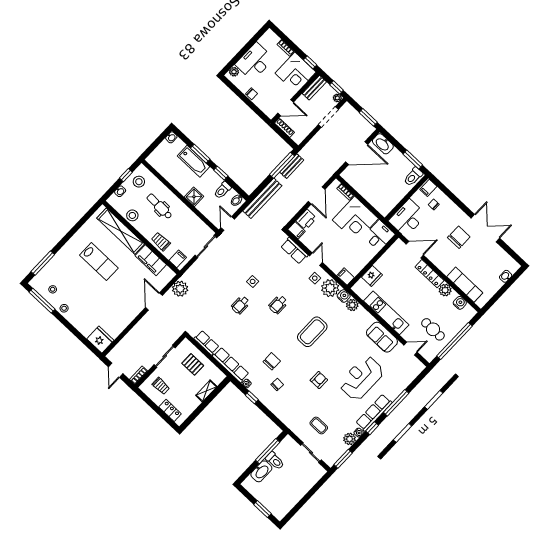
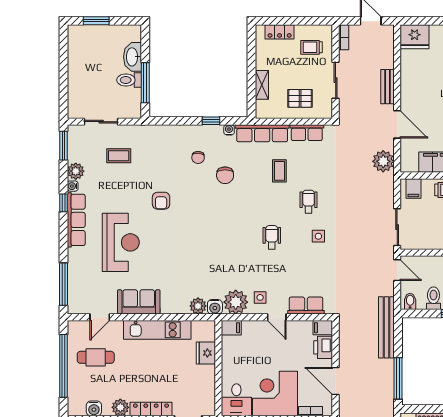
bench: (292, 166) -> (387, 87), moved
coffee table: (312, 332) -> (279, 171), moved, width x0.54, depth x0.58
window: (396, 403) -> (64, 284), moved

